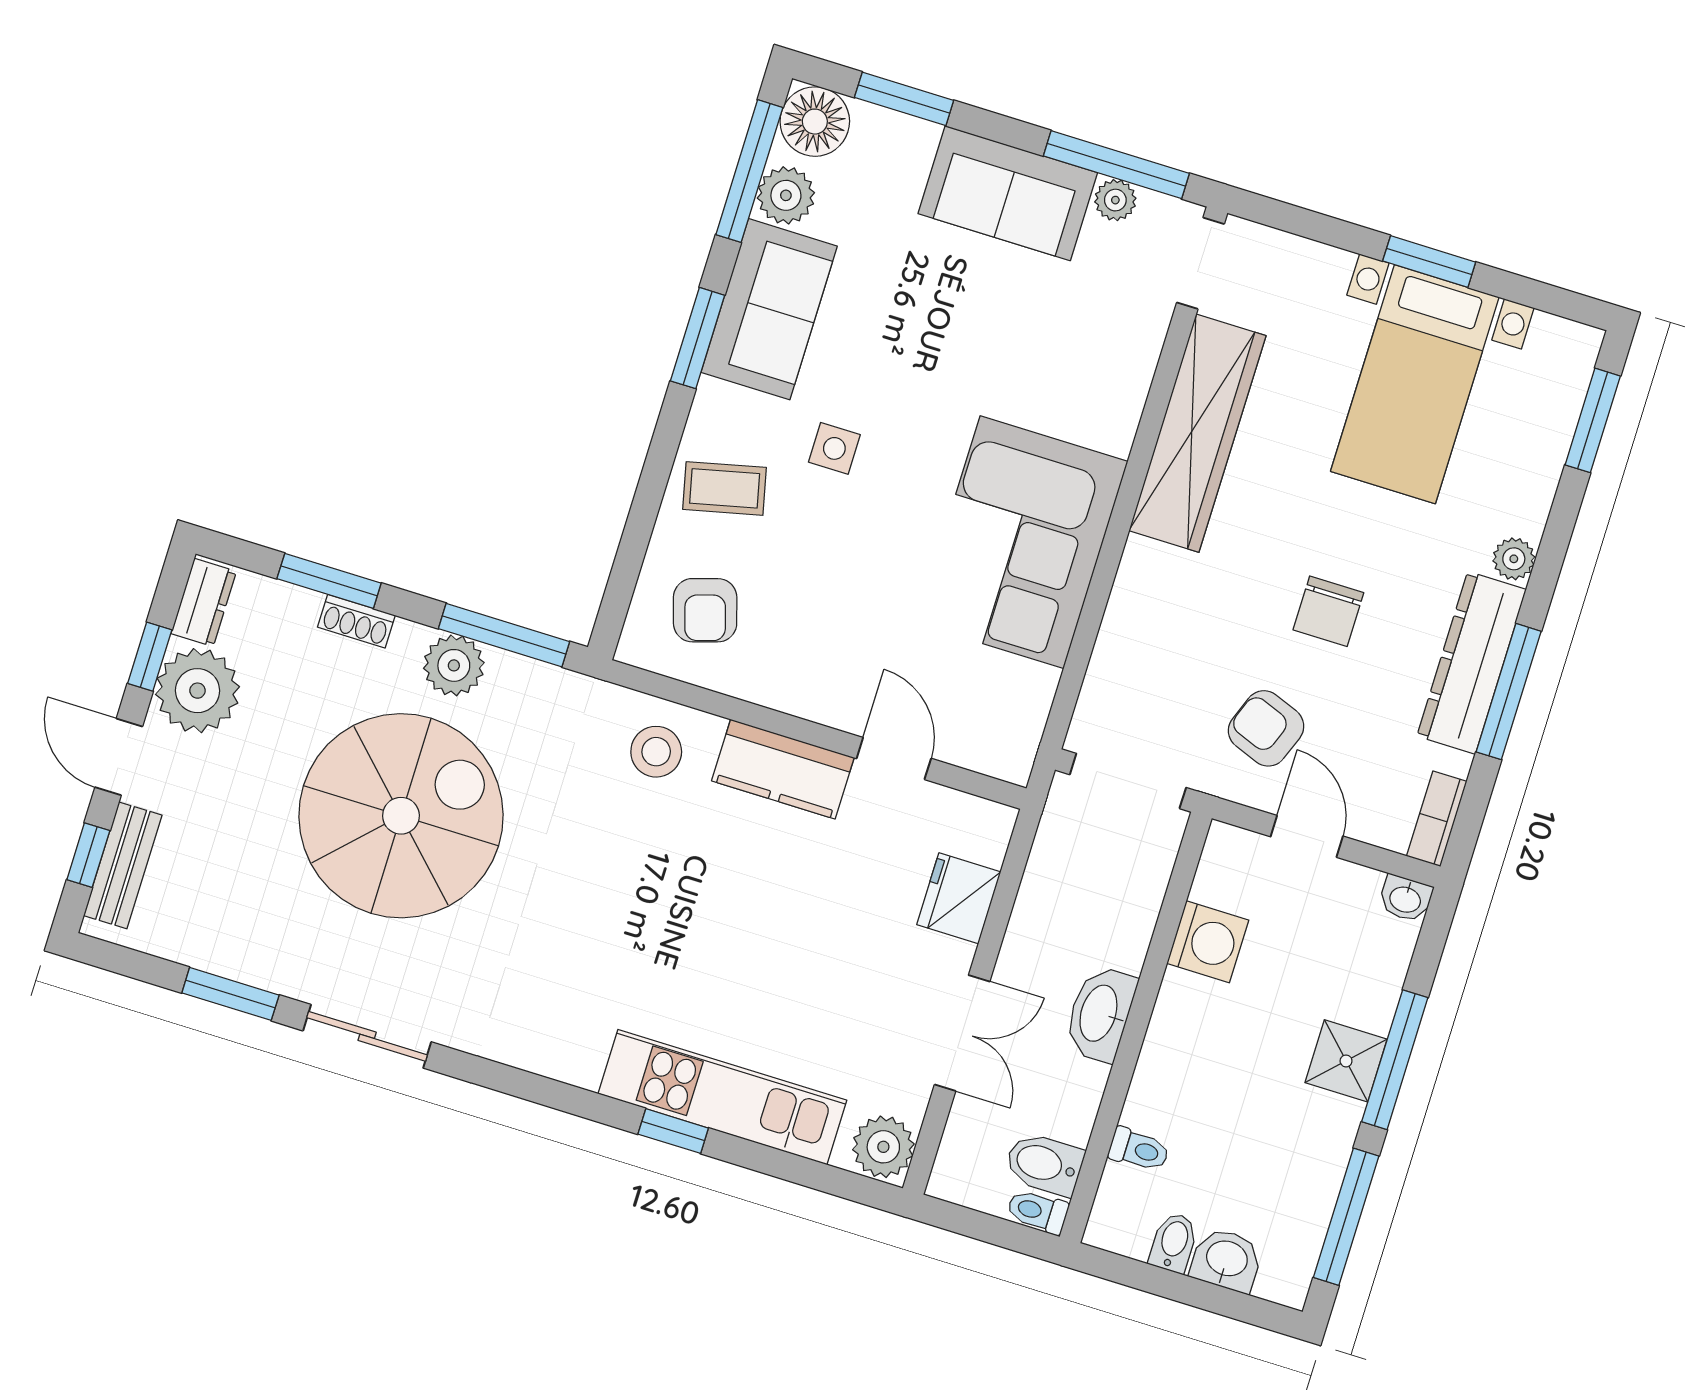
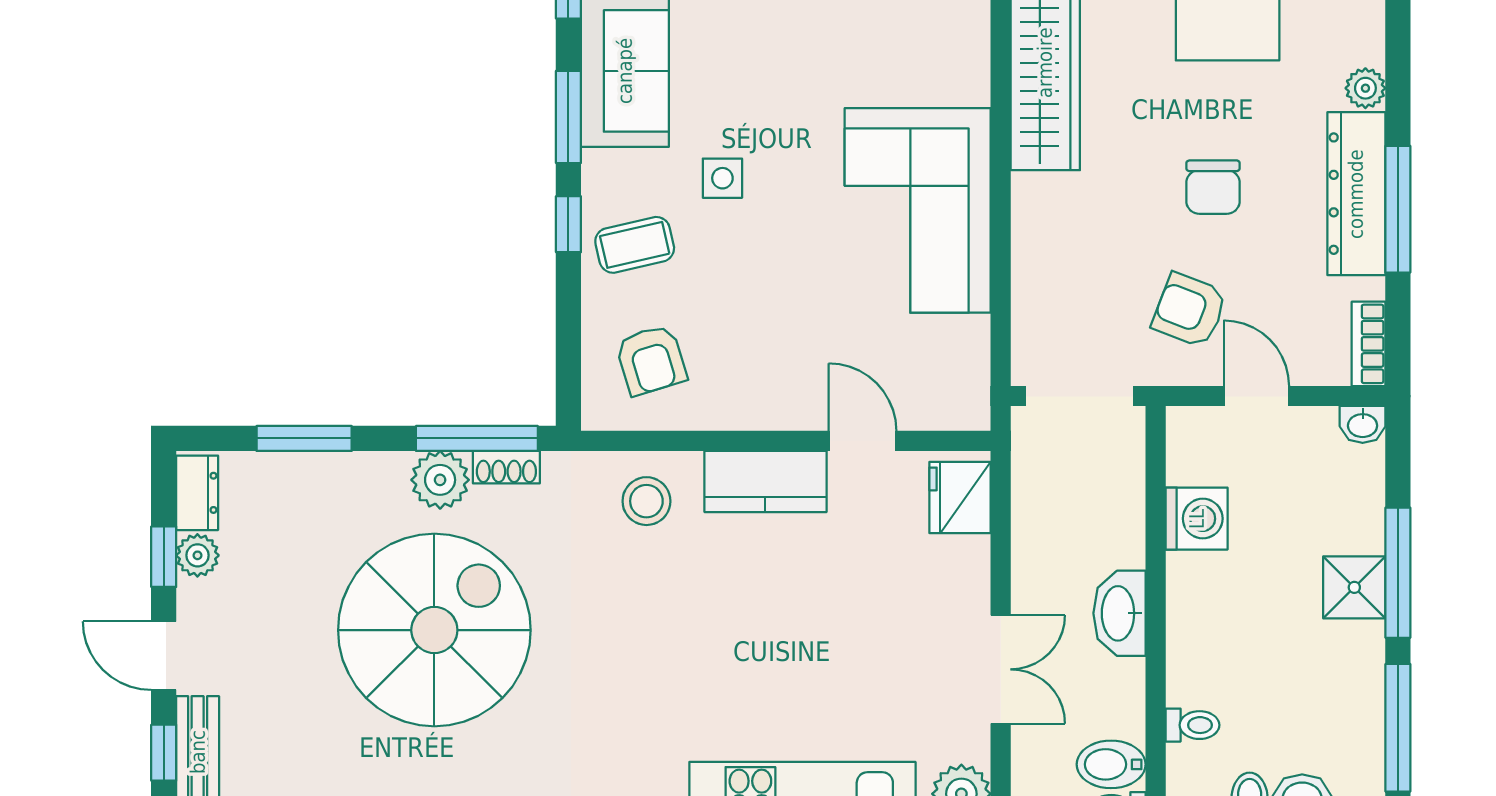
window: (664, 447) -> (568, 224), added
shoe rack: (356, 621) -> (506, 467), moved
plant: (198, 691) -> (197, 555), width x0.53, depth x0.53
fridge: (959, 898) -> (960, 497), moved

